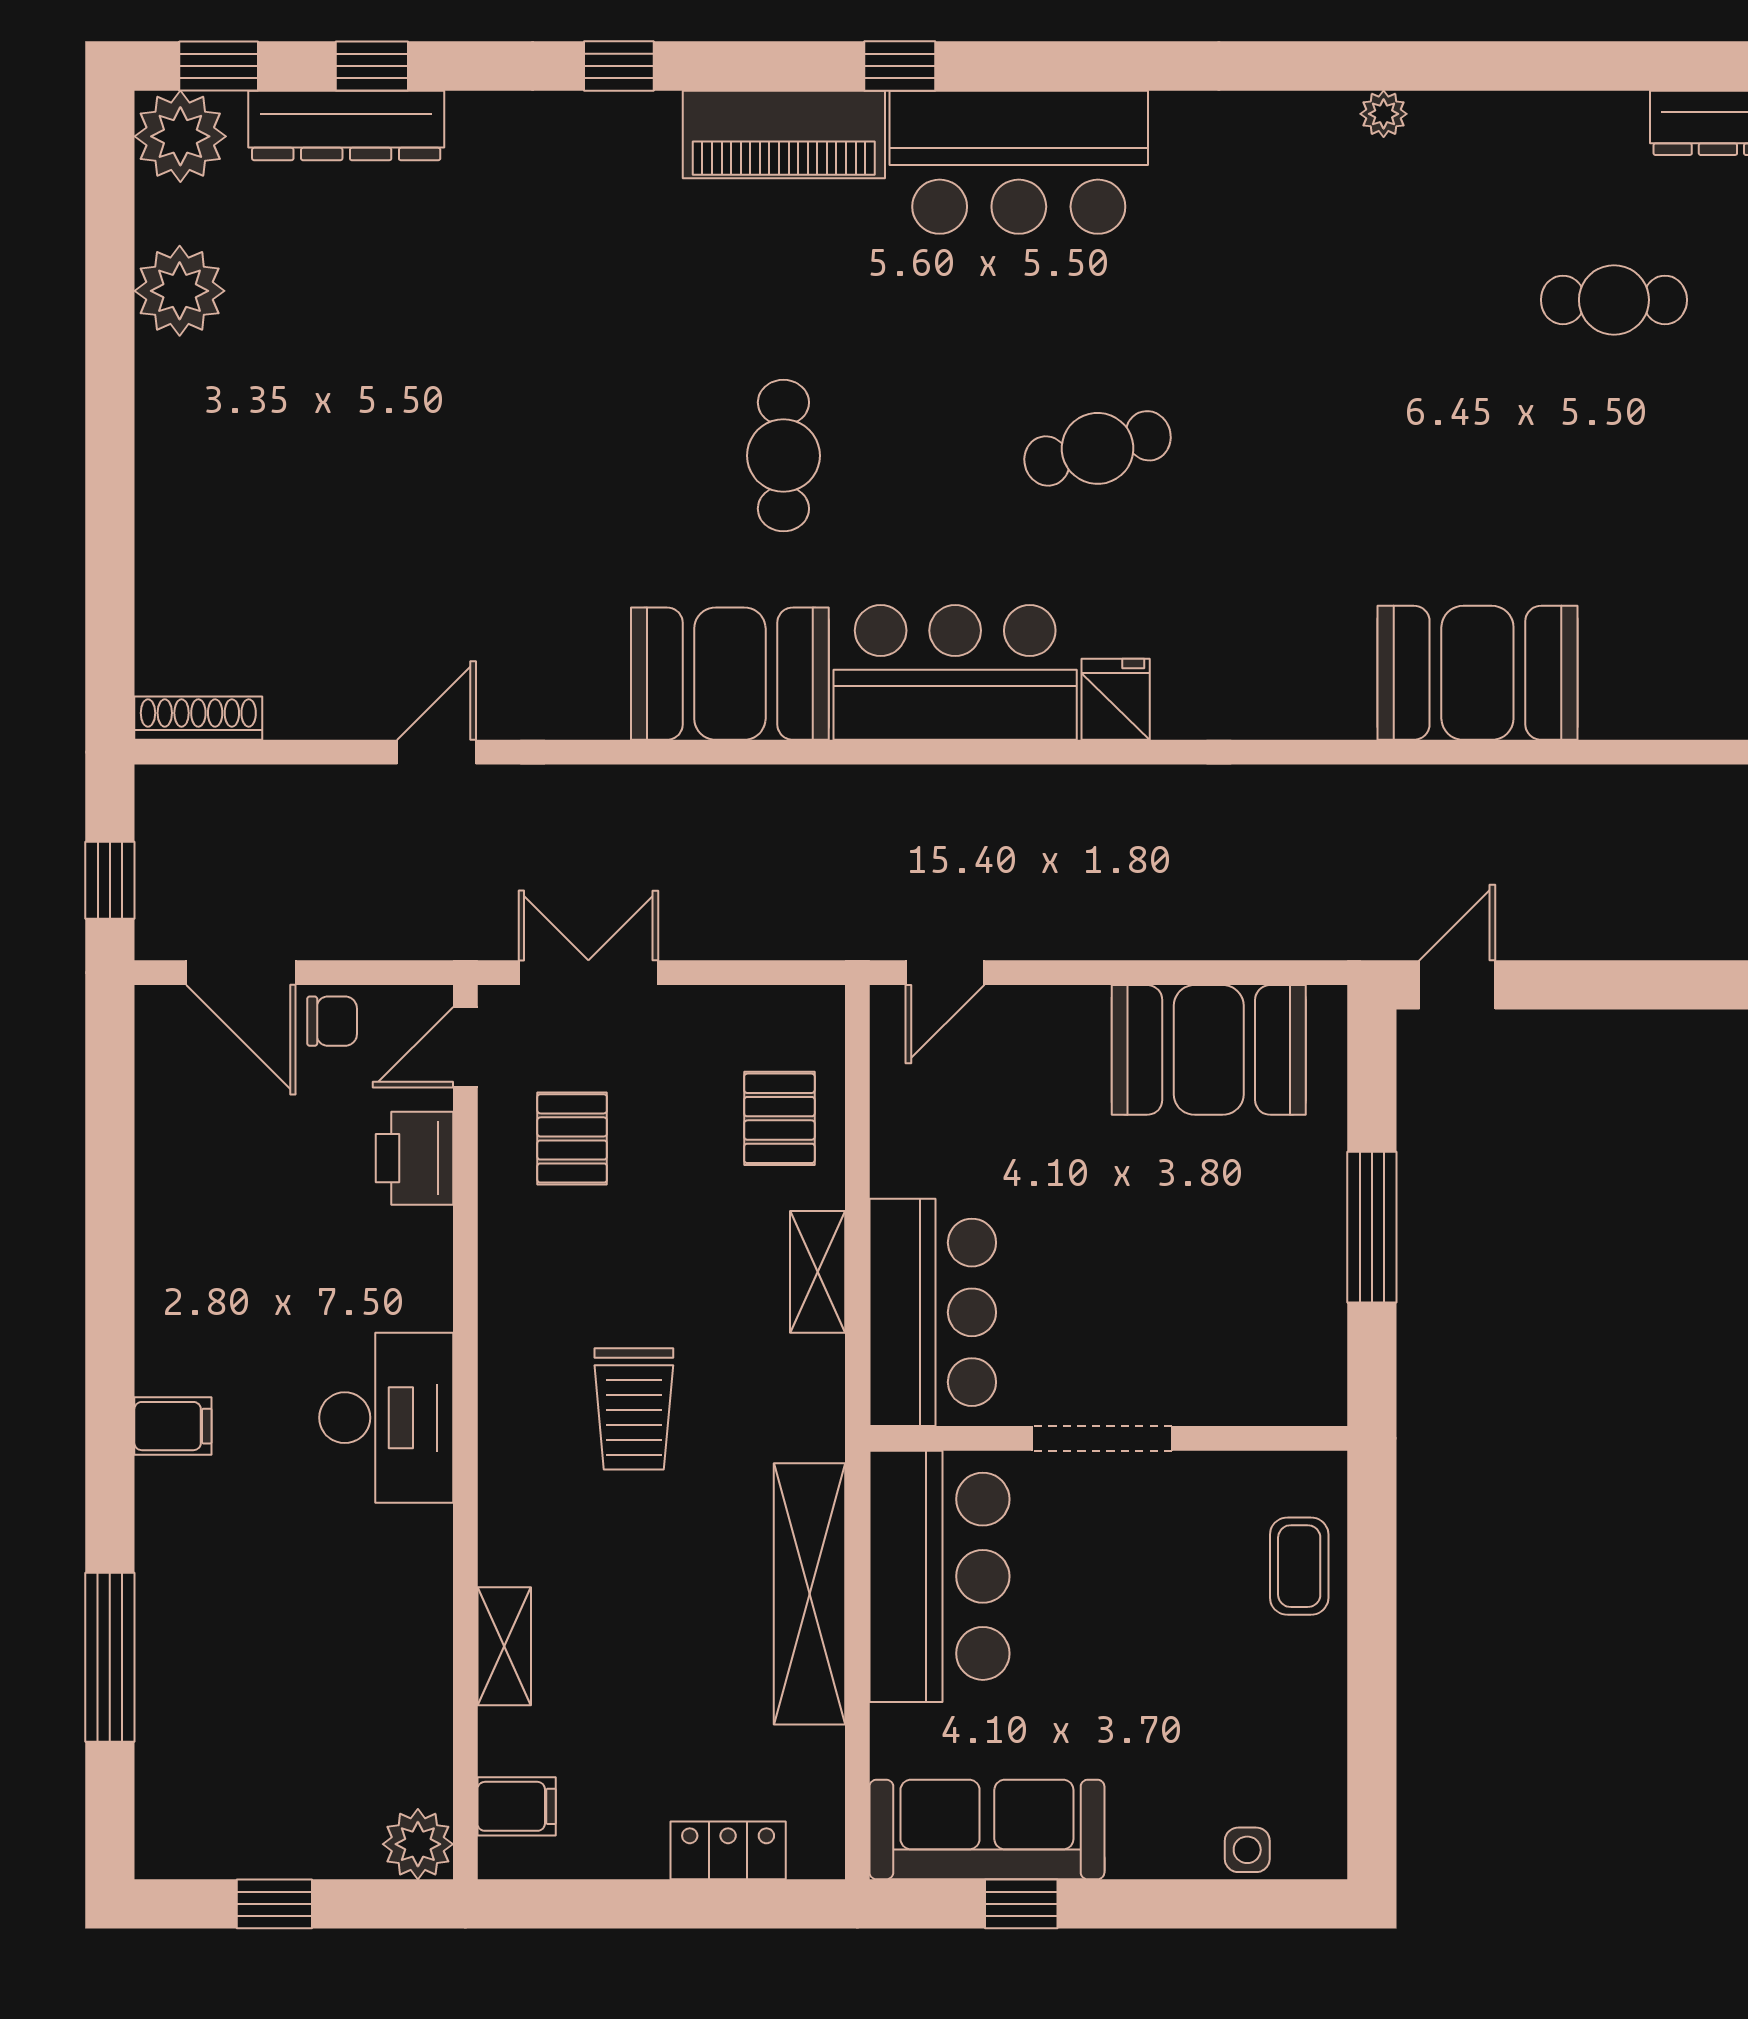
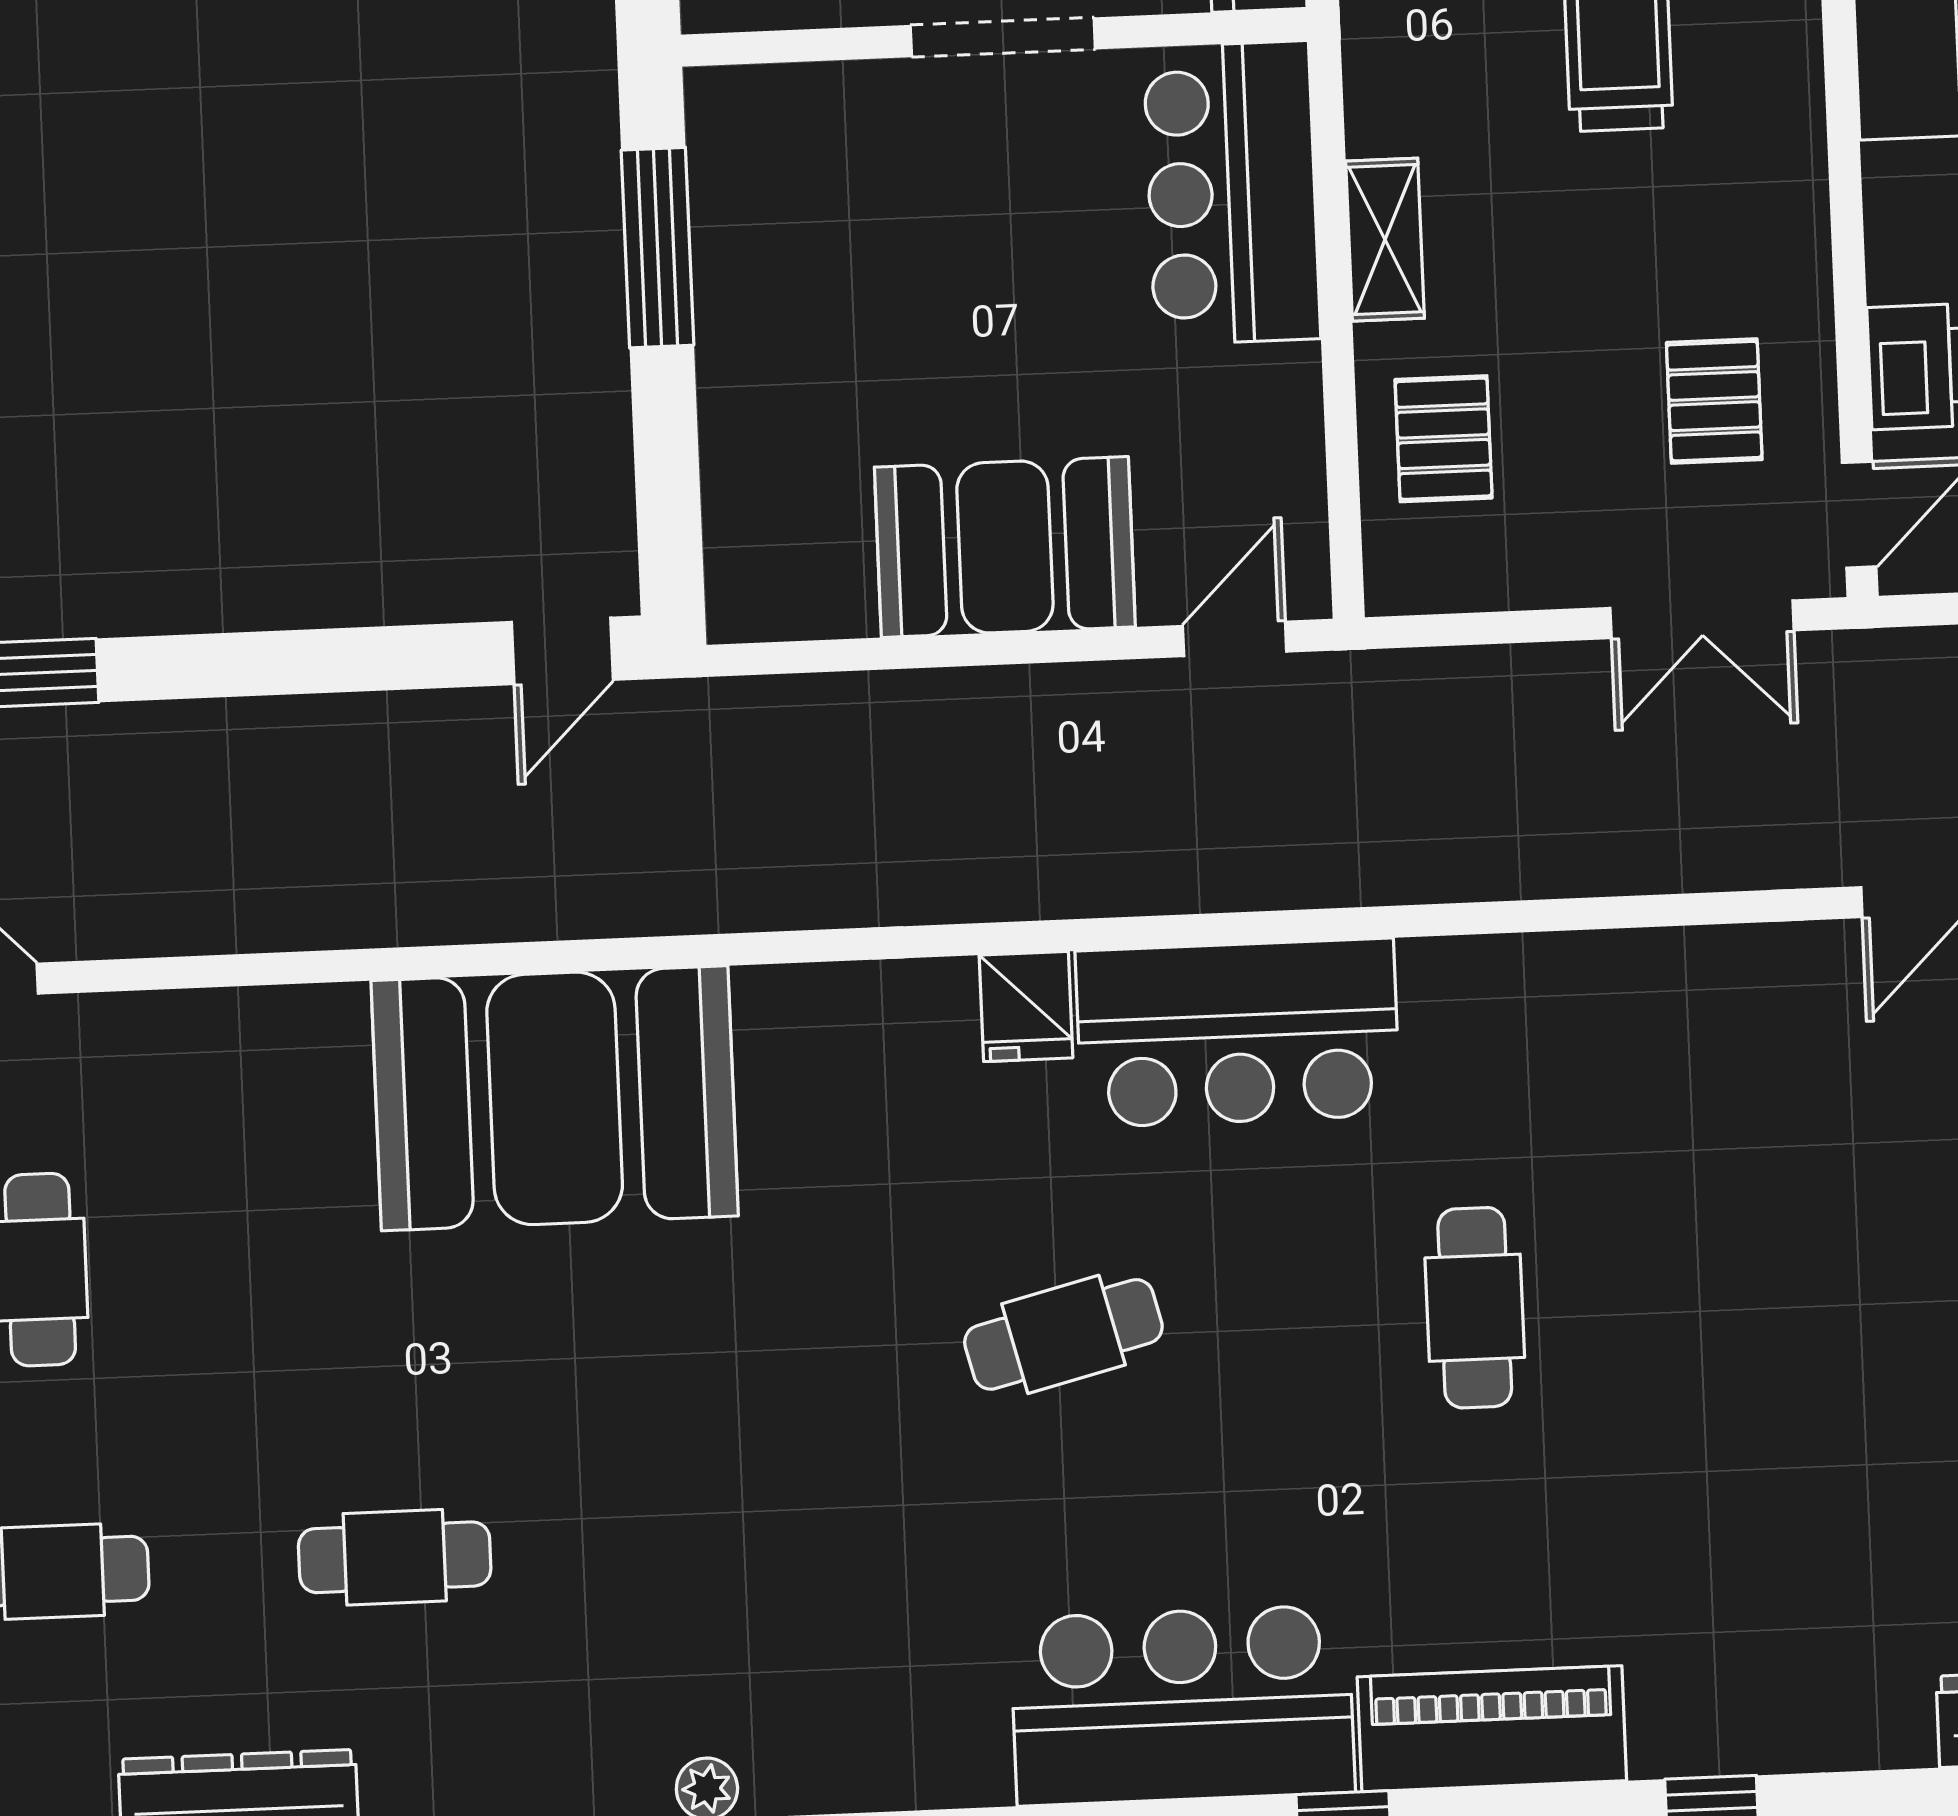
booth: (1477, 673) -> (555, 1098), width x1.36, depth x1.42
booth: (730, 674) -> (1533, 1019), removed
booth: (1209, 1050) -> (1005, 547), moved
window: (1372, 1227) -> (658, 248), moved

